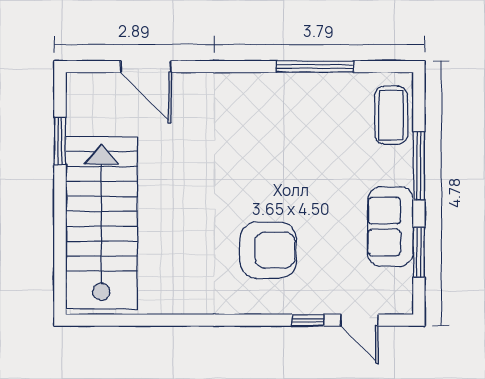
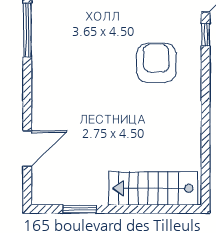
stairs: (101, 223) -> (153, 188), width x0.73, depth x0.66

